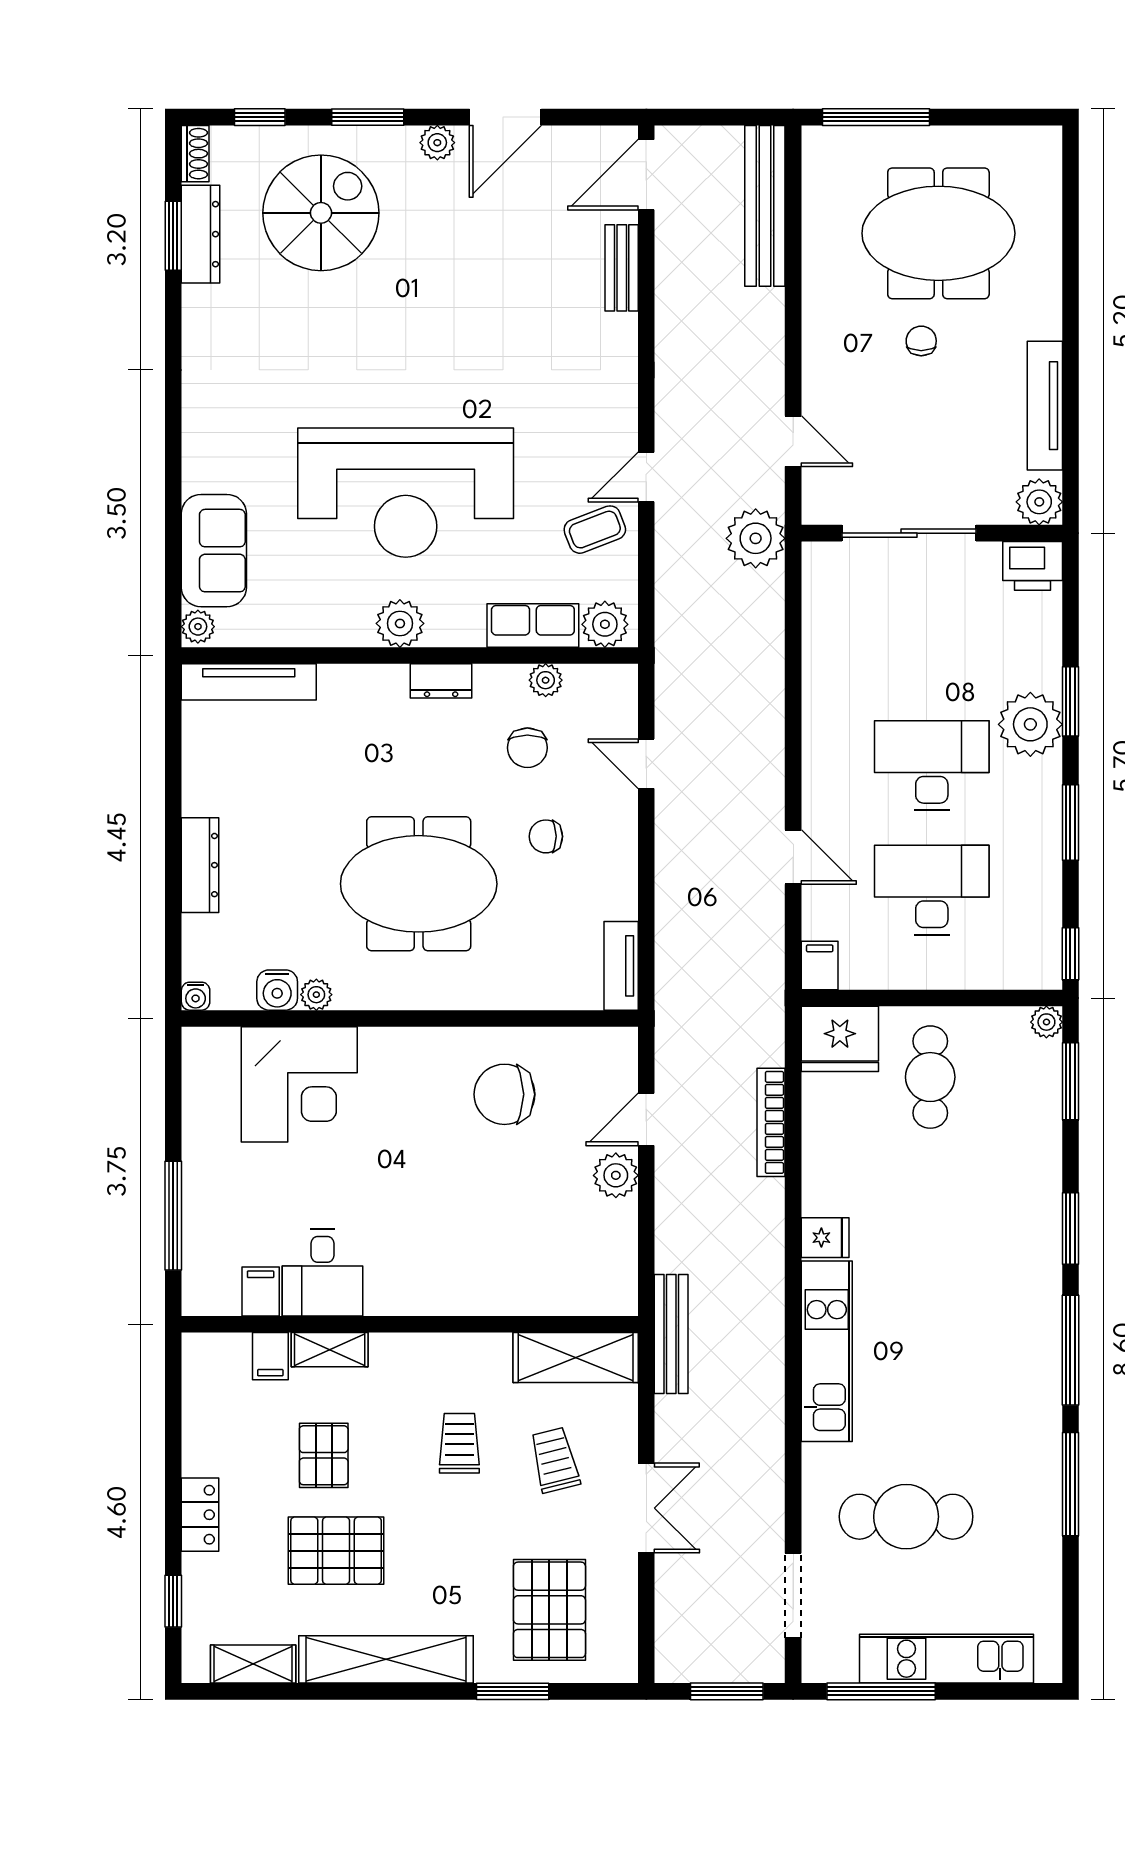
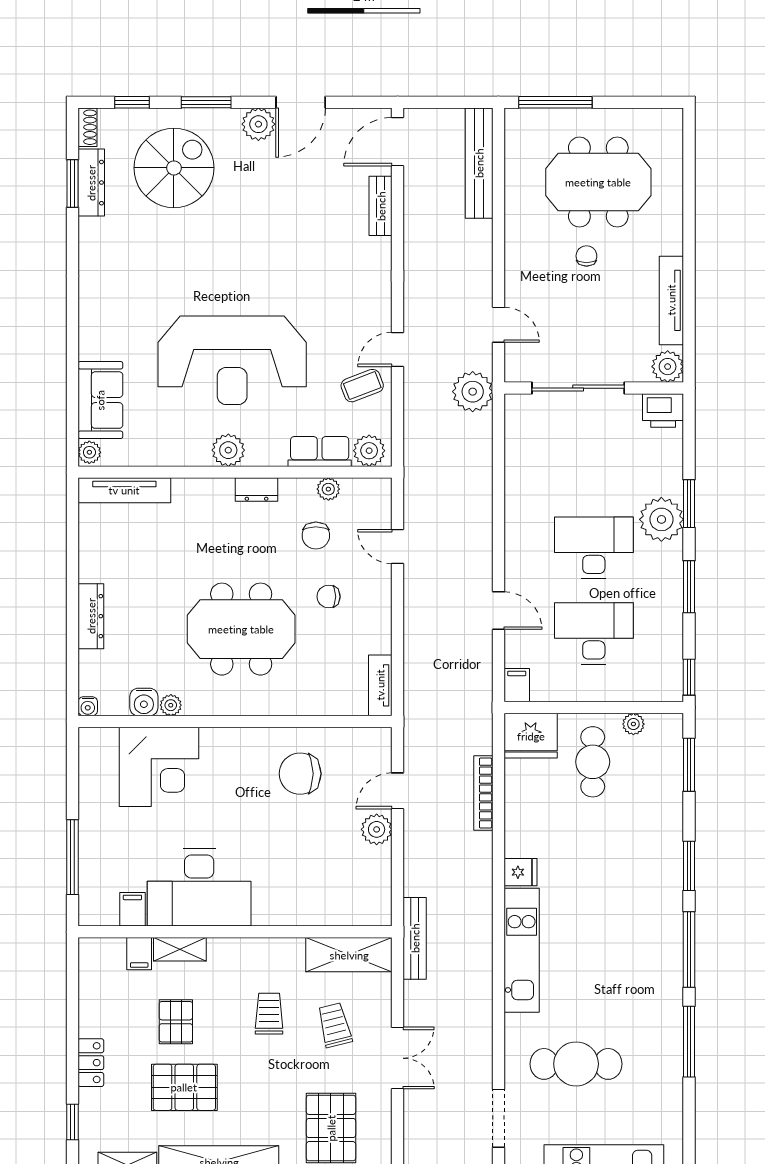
plant: (437, 143) -> (258, 124), width x1.38, depth x1.38
plant: (1046, 1022) -> (633, 724), moved
desk: (323, 1273) -> (199, 887), width x1.87, depth x1.30

